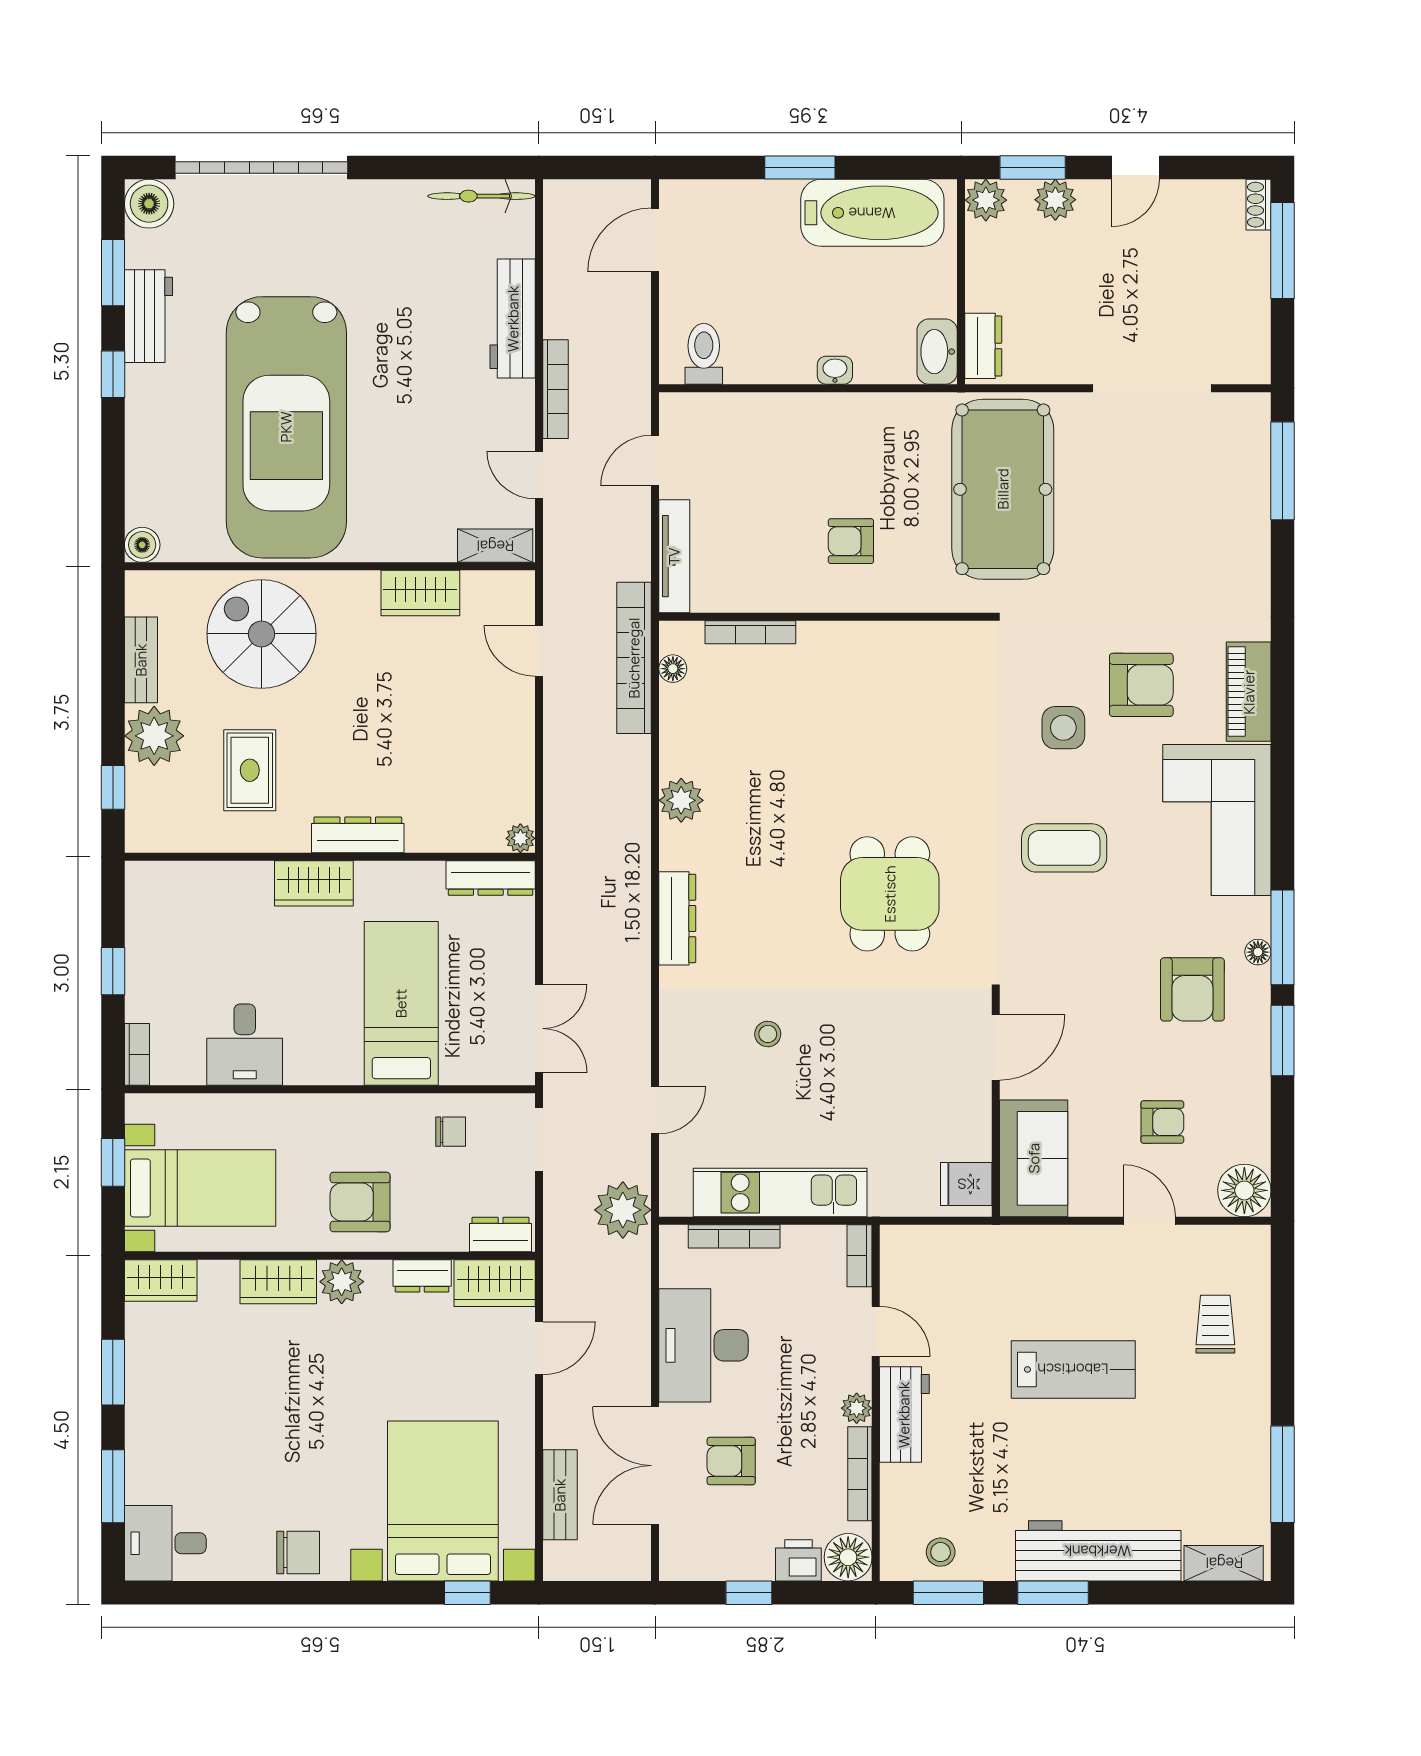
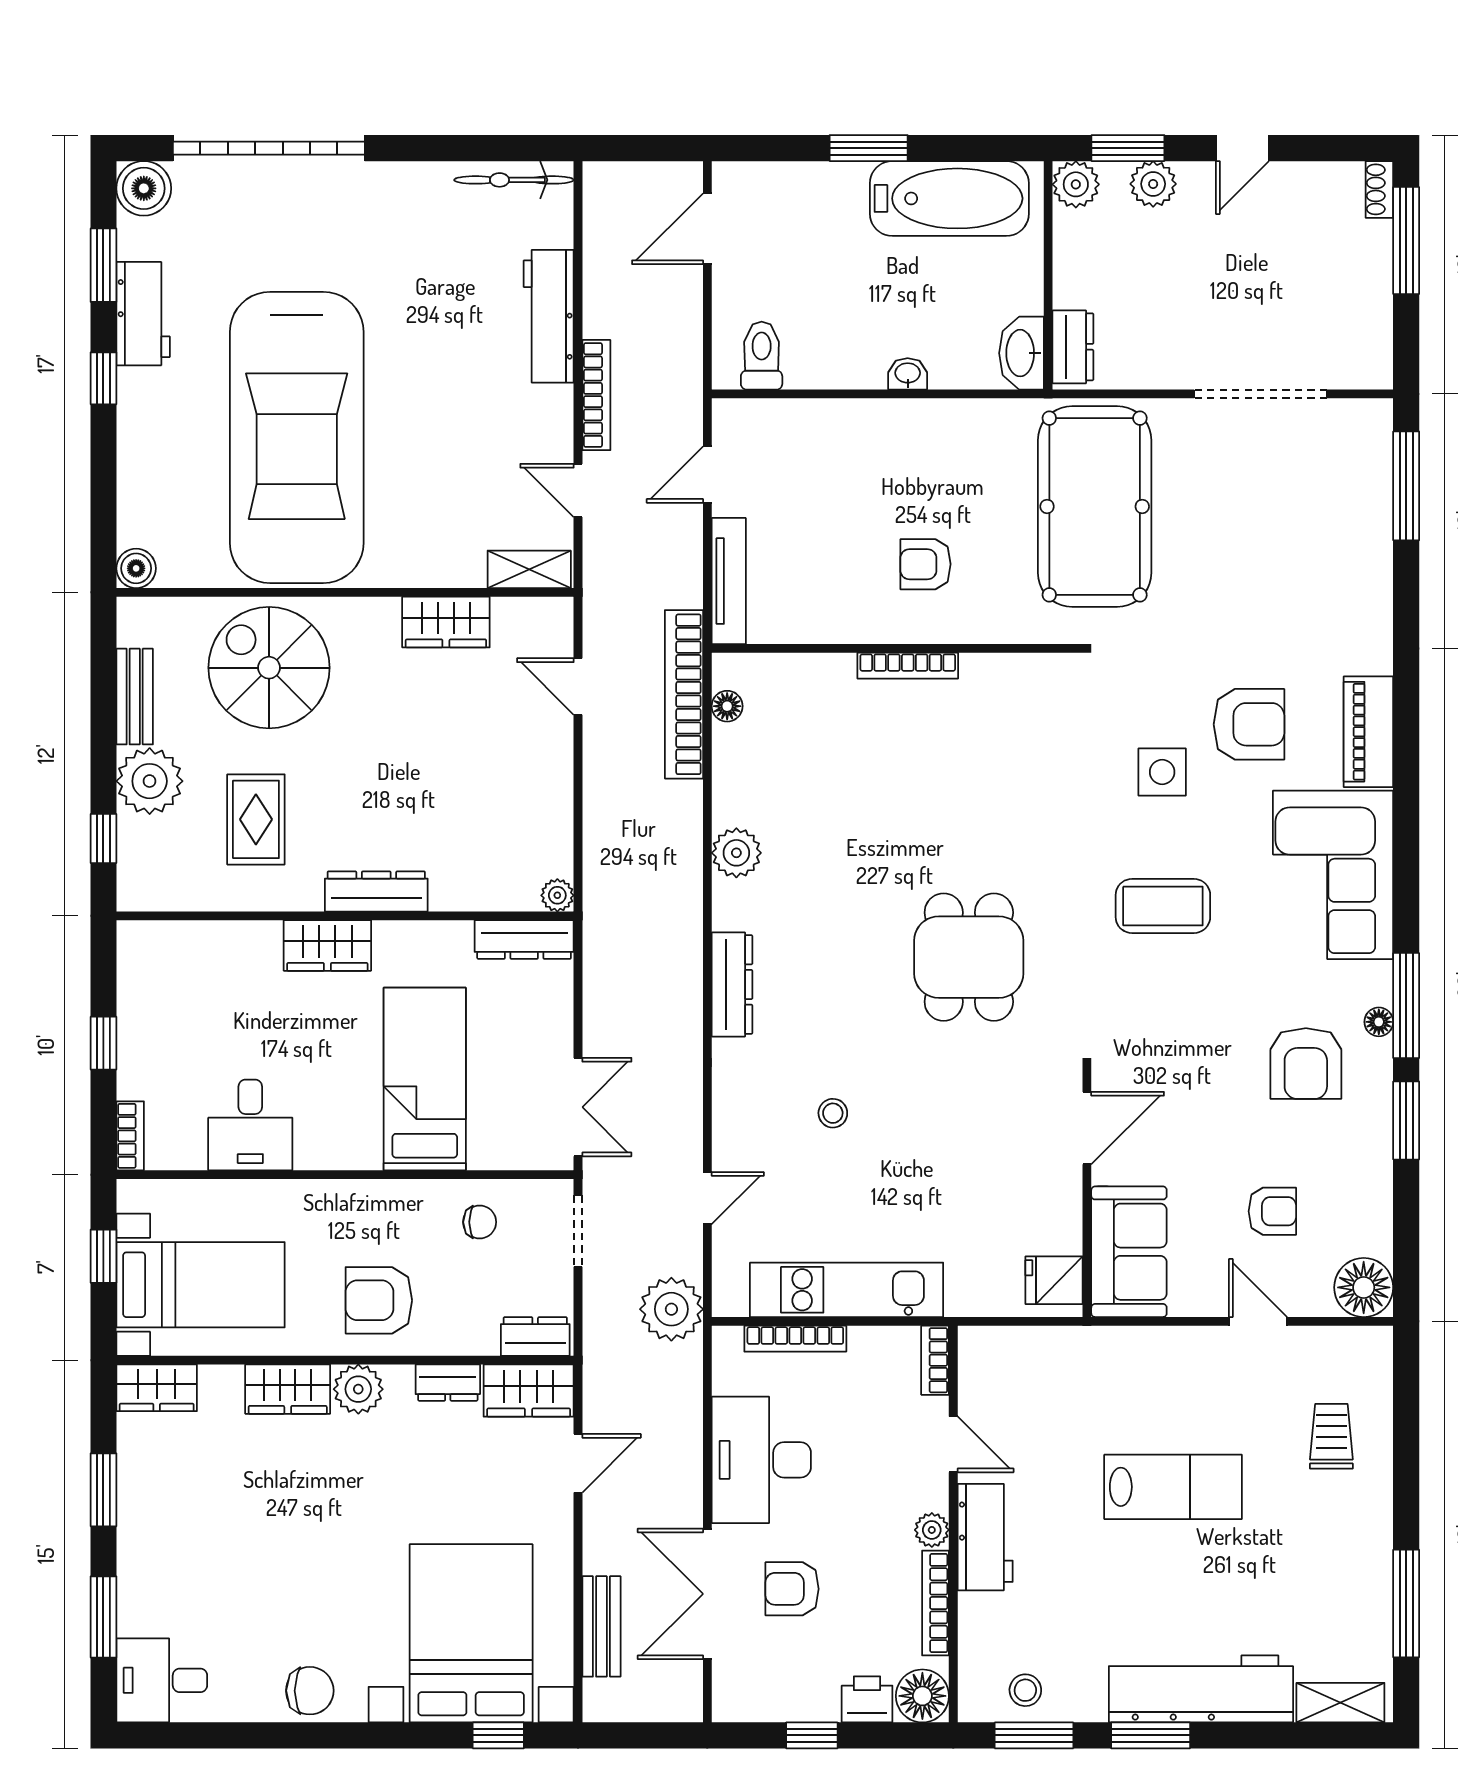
bookcase: (750, 632) -> (908, 666), moved

